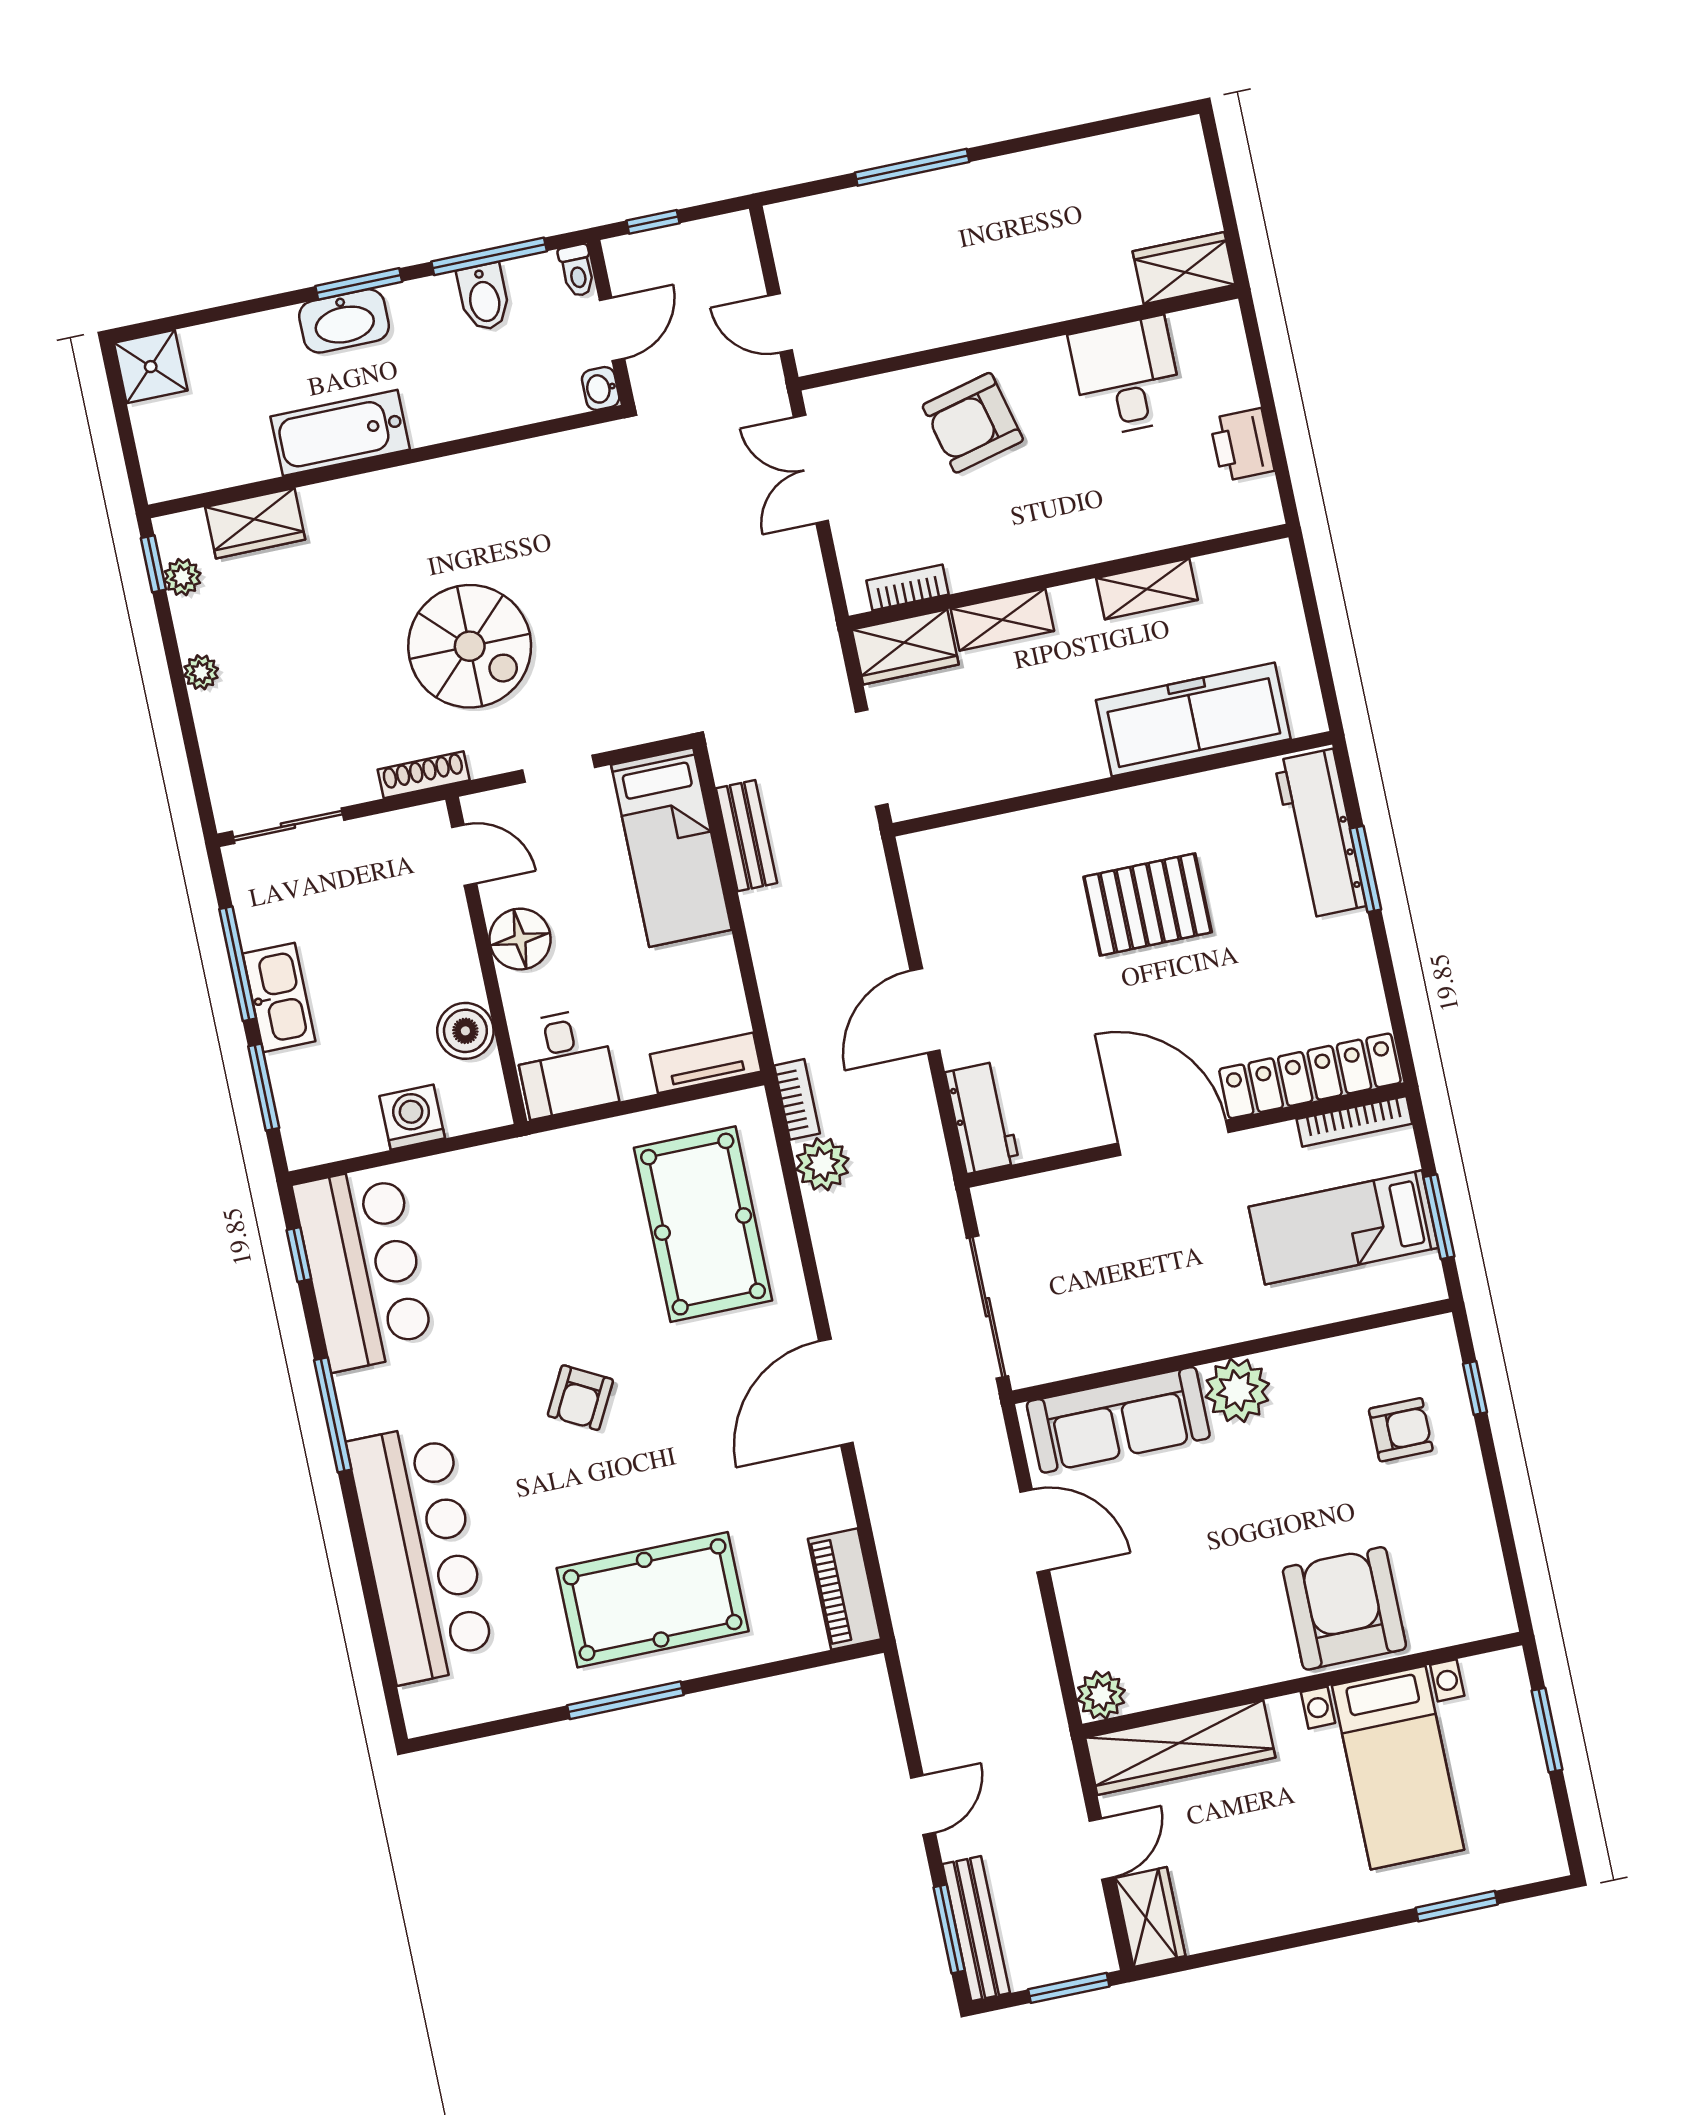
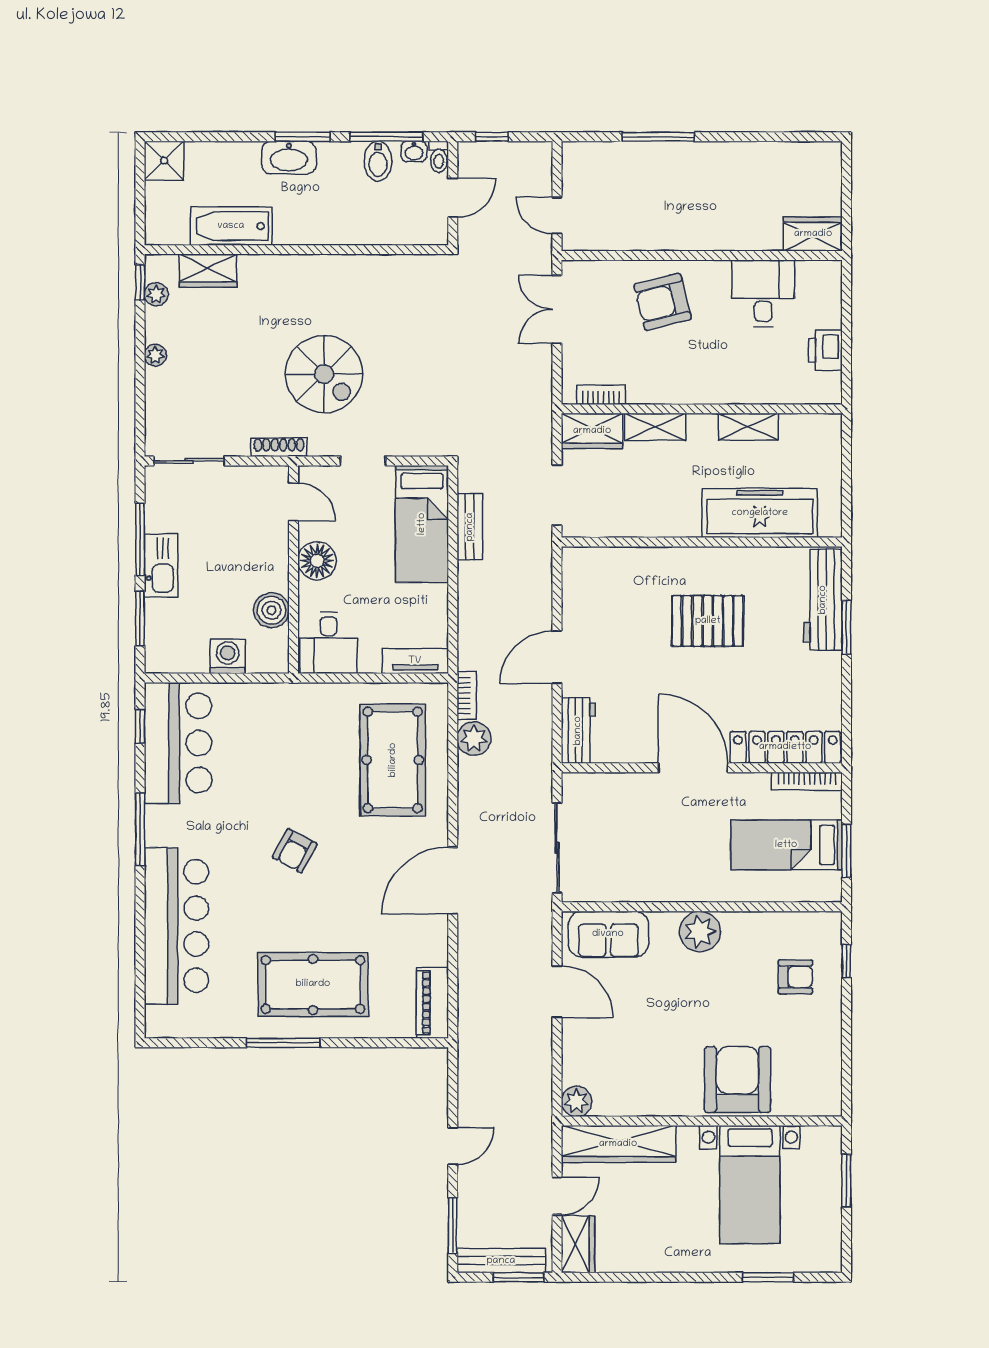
washbasin: (601, 388) -> (414, 151), moved, turned -90
bathtub: (340, 433) -> (231, 226), moved
sofa: (1118, 1420) -> (608, 934), width x0.73
bench: (976, 1929) -> (501, 1261), moved, turned 90

